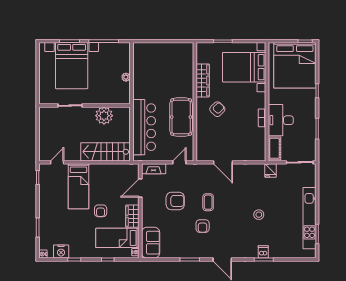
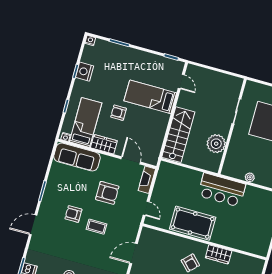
wardrobe: (203, 80) -> (219, 254), width x0.67
bar counter: (144, 127) -> (222, 190), moved, width x0.73
armchair: (175, 201) -> (107, 193), turned -90
sofa: (151, 243) -> (77, 157), width x1.36
nightstand: (61, 251) -> (85, 72), moved

